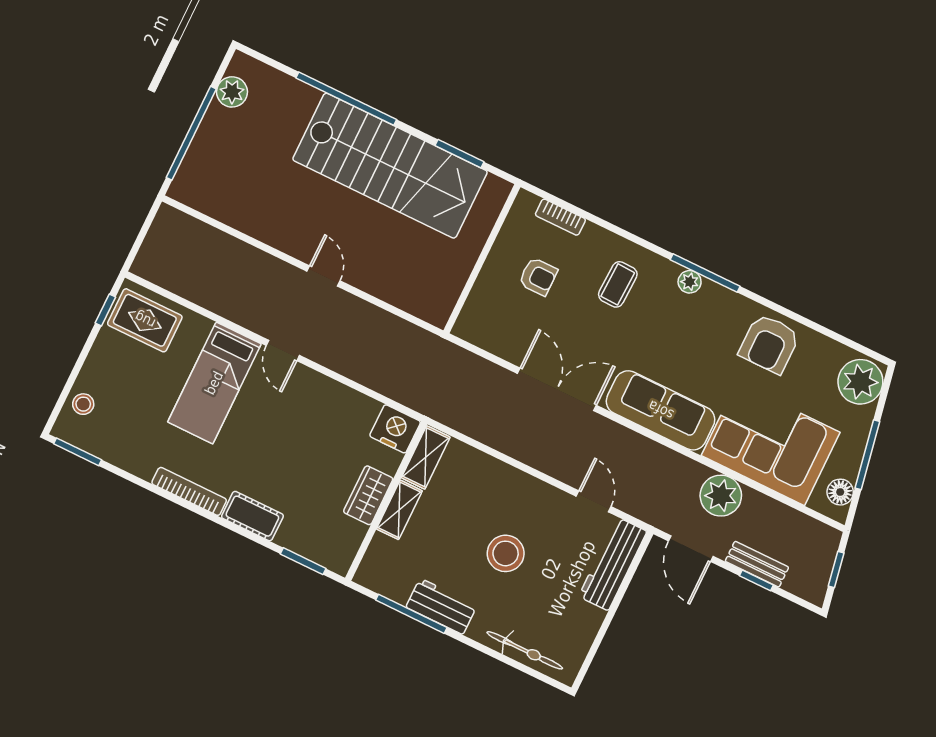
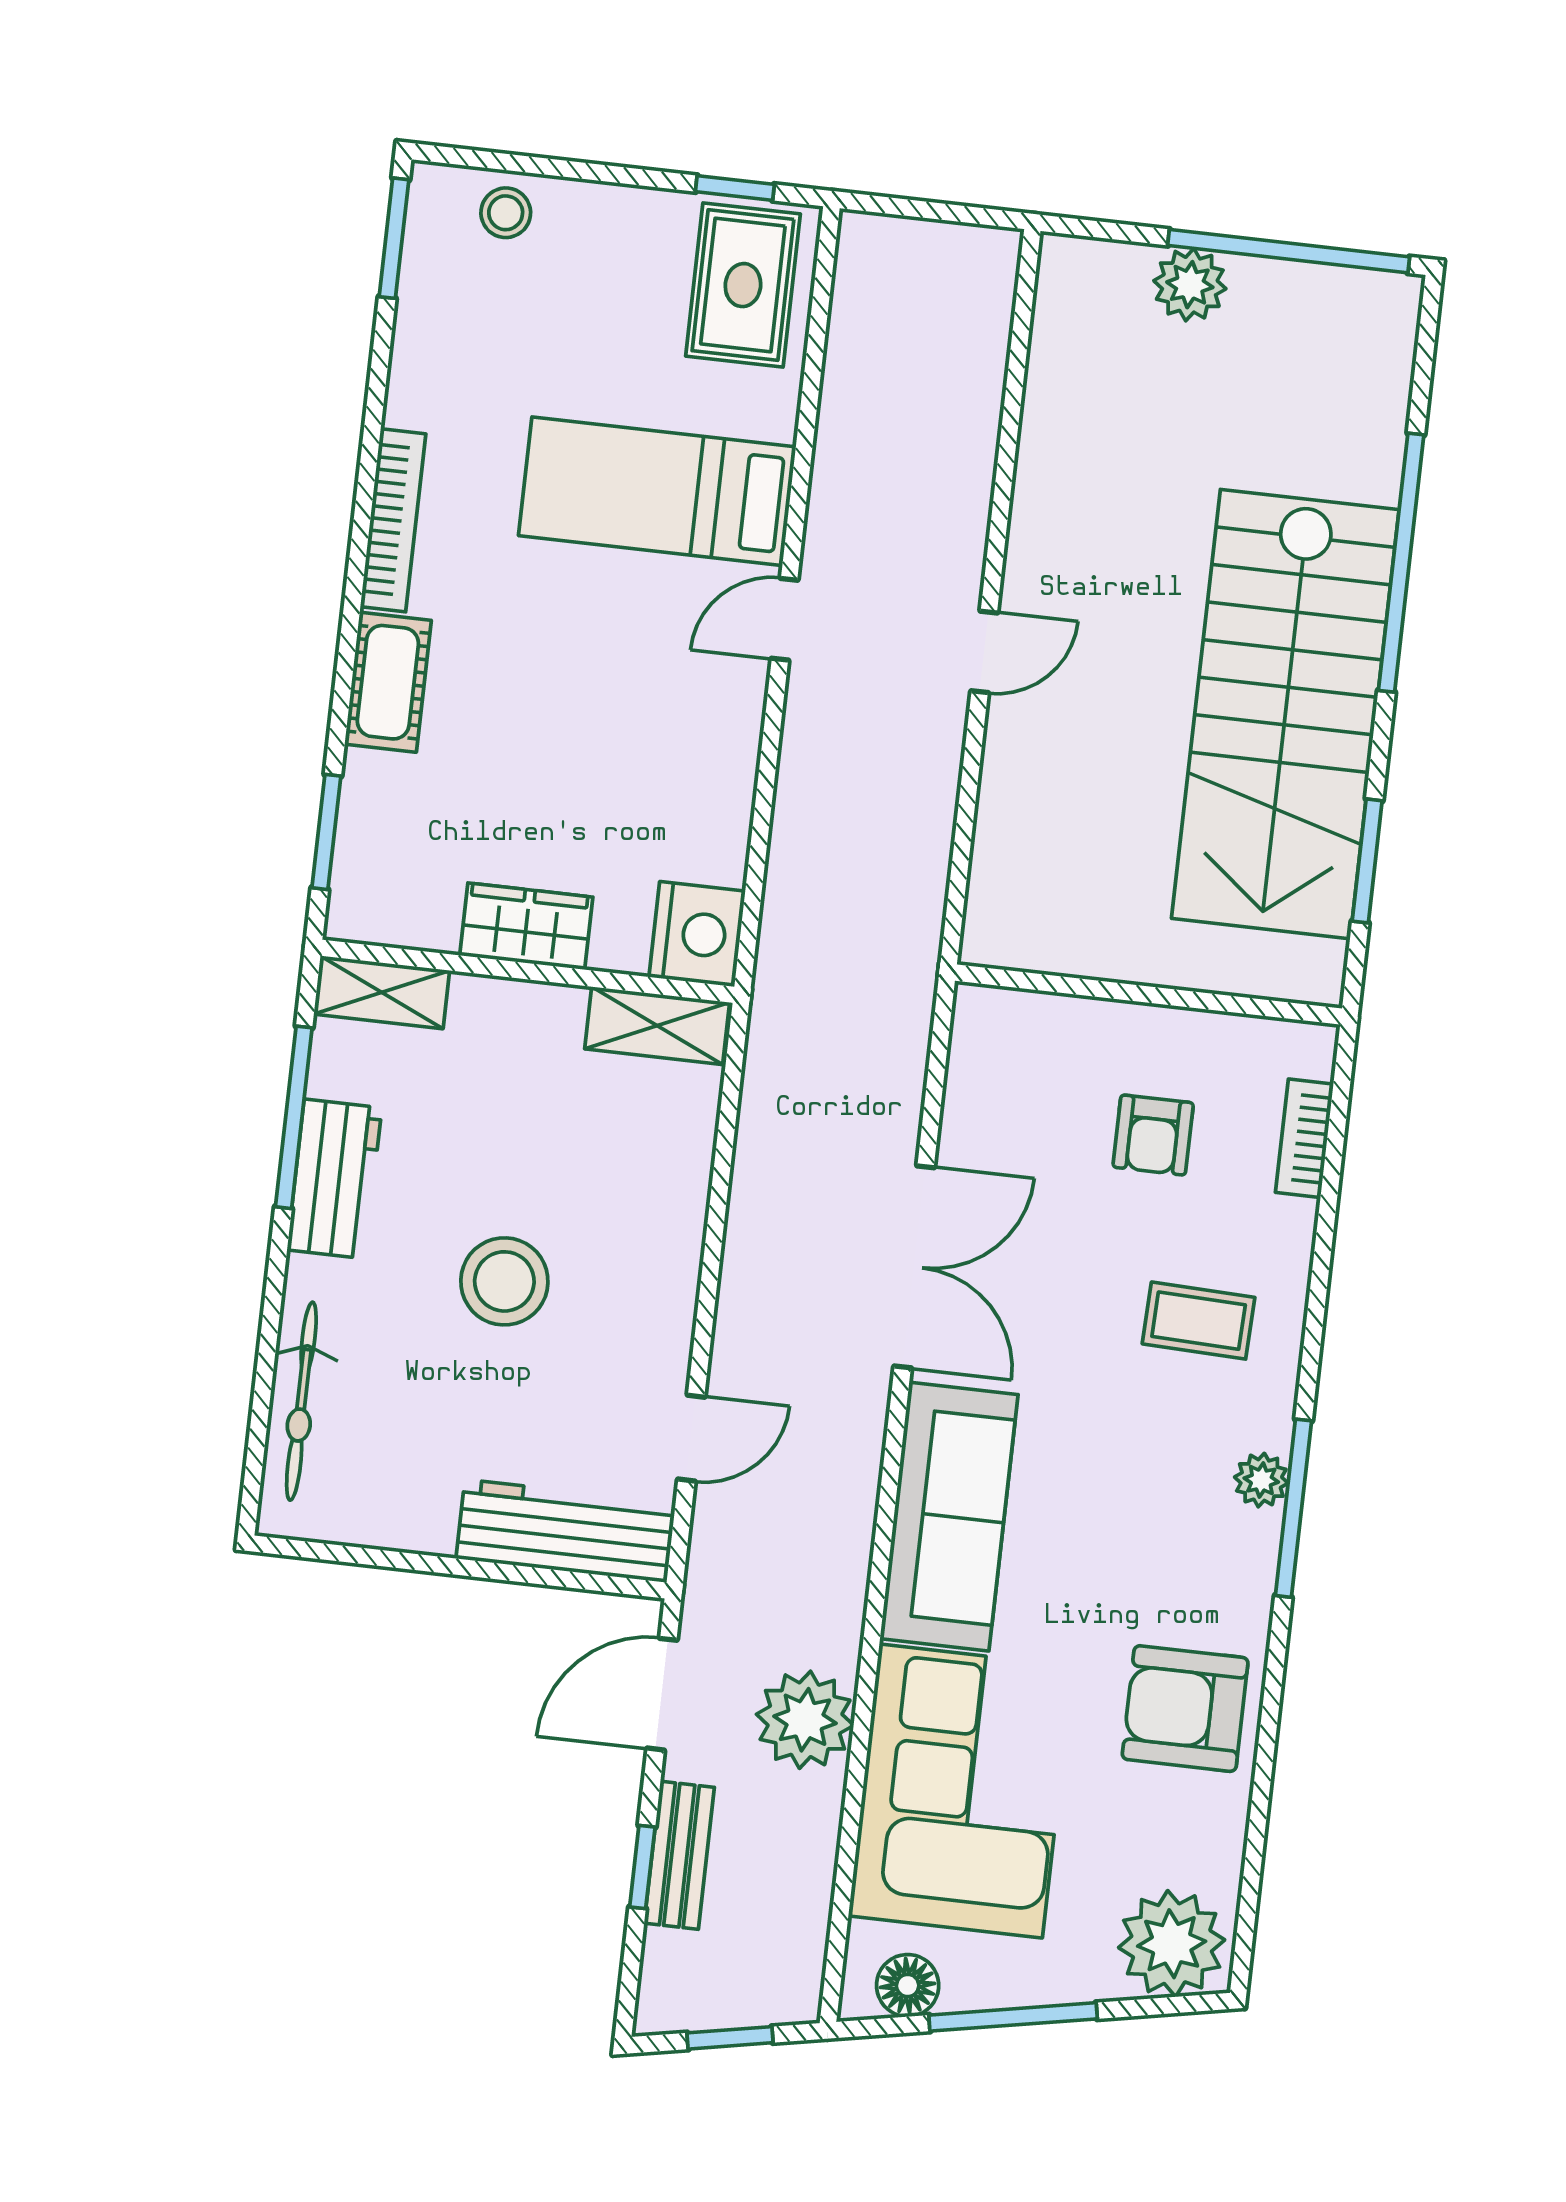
plant: (232, 92) -> (1190, 285), moved
window: (191, 133) -> (1289, 251), moved
shelving: (399, 510) -> (382, 992), moved

